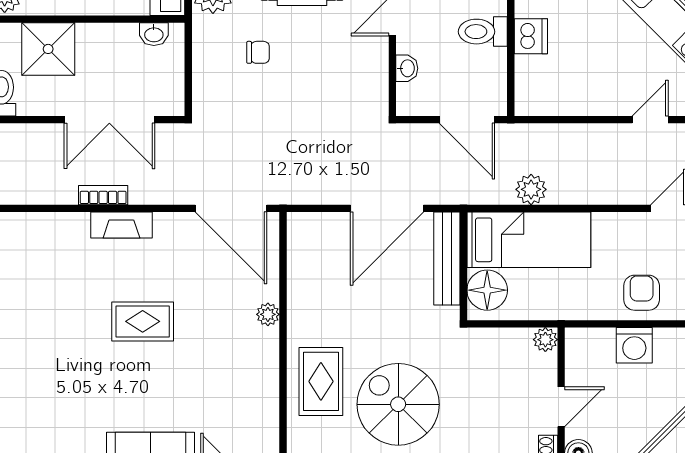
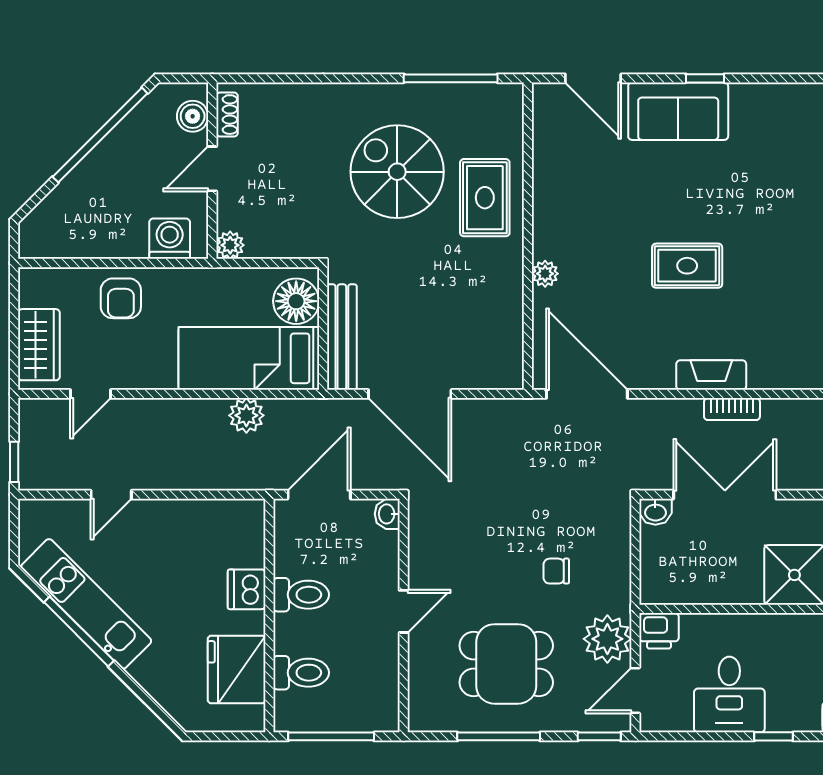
washbasin: (154, 34) -> (655, 512), moved, turned 180
washbasin: (407, 68) -> (387, 514), moved
door: (467, 120) -> (319, 495), hinge flipped
door: (387, 208) -> (410, 394), swing flipped
washing machine: (634, 345) -> (170, 239), moved
spiral stairs: (398, 404) -> (397, 172), turned 180

